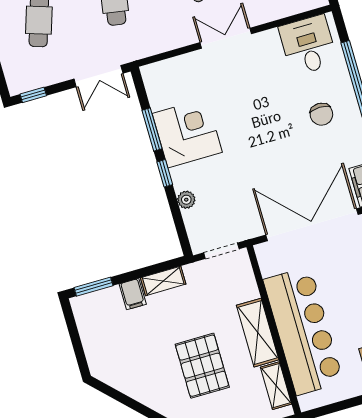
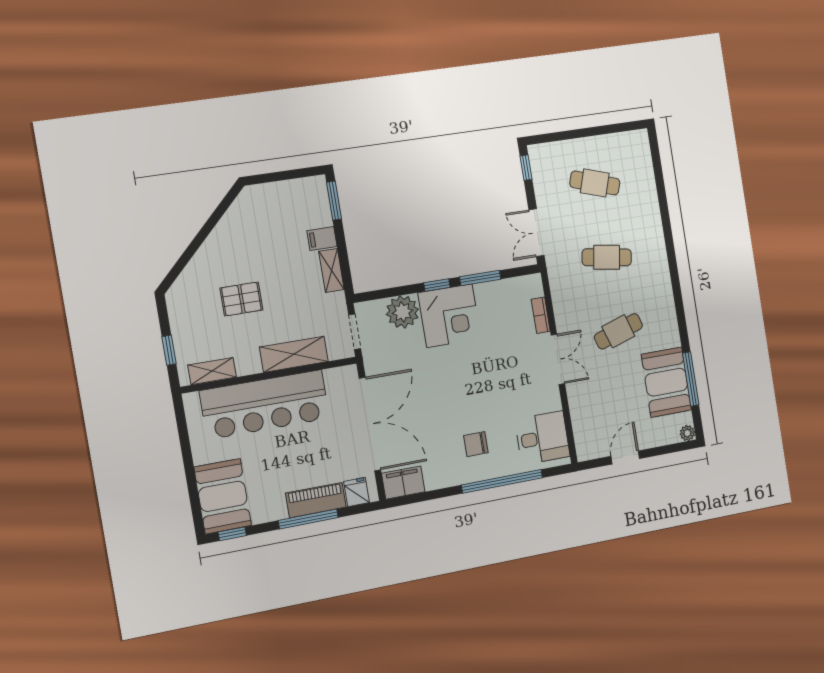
bookcase: (182, 62) -> (541, 315), added
corner desk: (187, 133) -> (449, 316), moved
plant: (186, 200) -> (402, 312), width x1.88, depth x1.88
shelving: (258, 333) -> (294, 354), moved
pallet: (202, 366) -> (241, 299), width x0.67, depth x0.71

